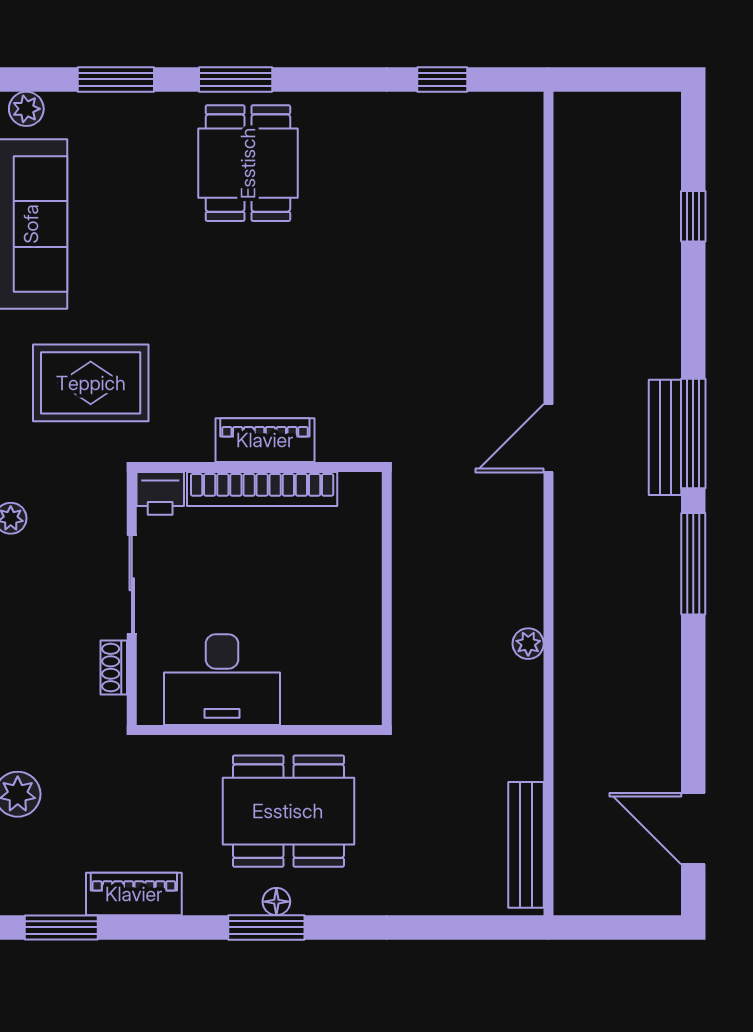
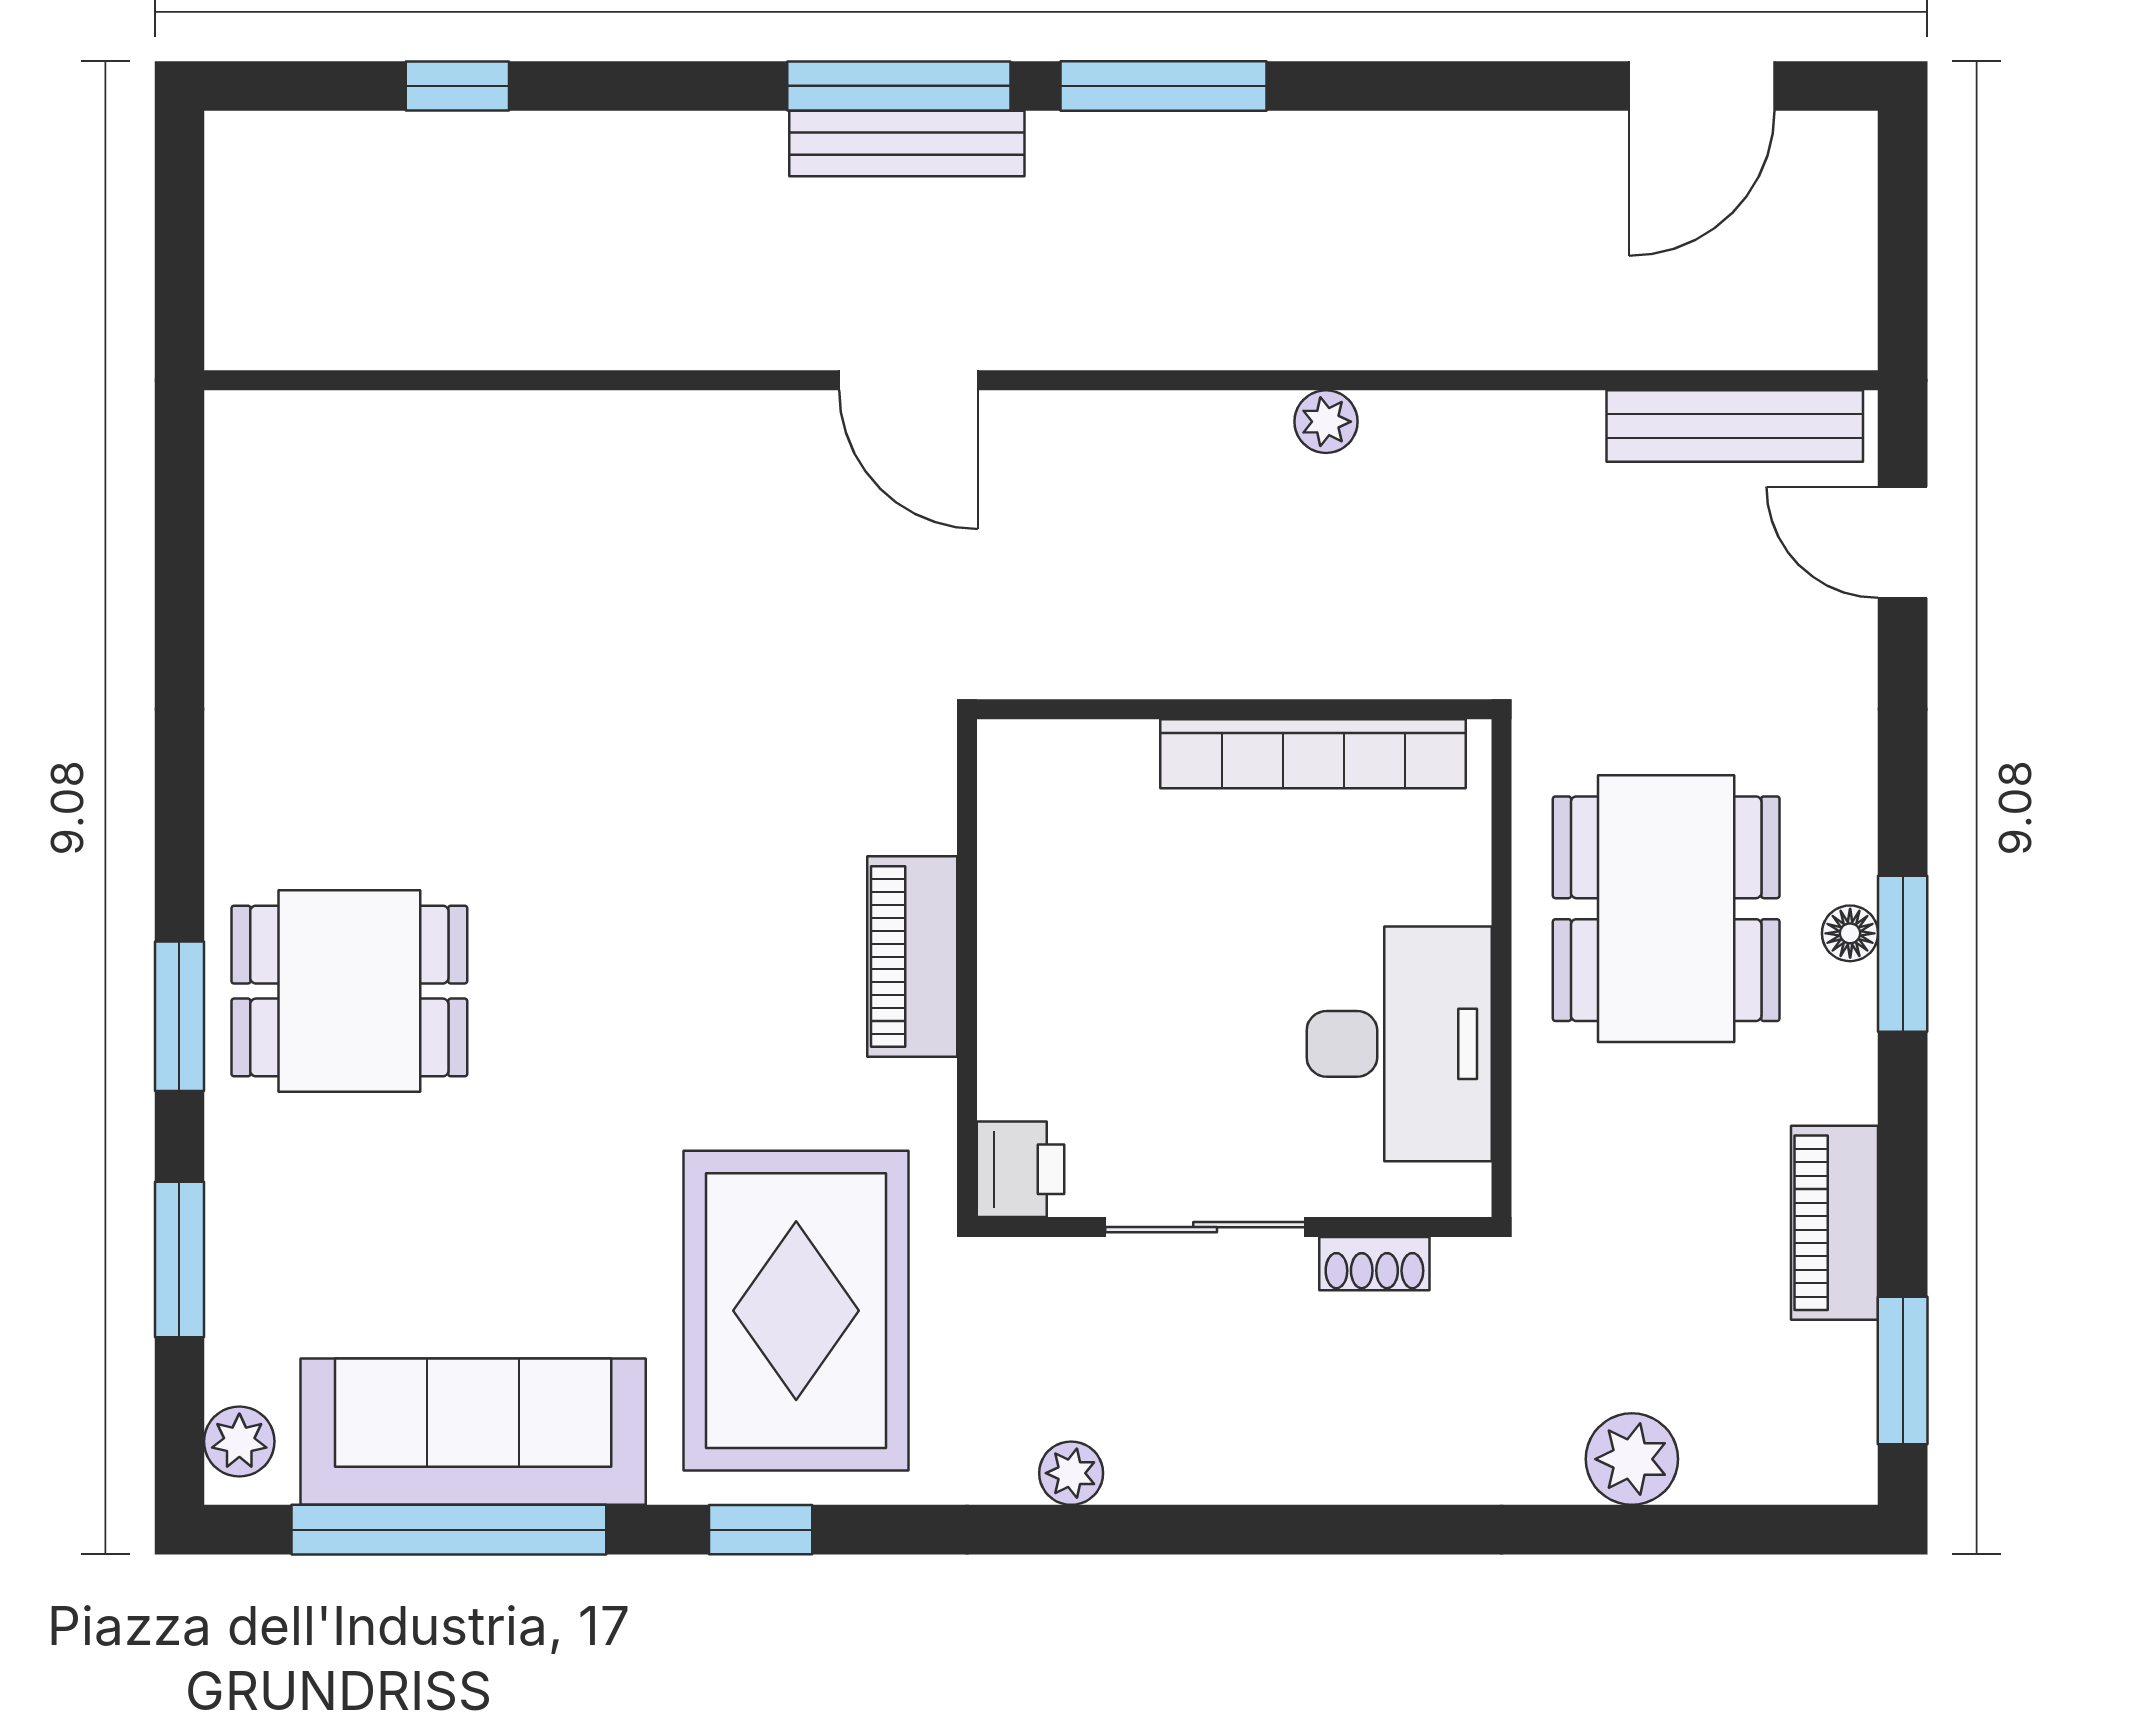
window: (442, 79) -> (179, 596), removed
rug: (91, 383) -> (796, 1311), width x1.37, depth x1.44
bookcase: (262, 489) -> (1313, 754), moved, turned 90
door: (469, 927) -> (1903, 542), added

